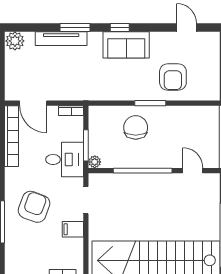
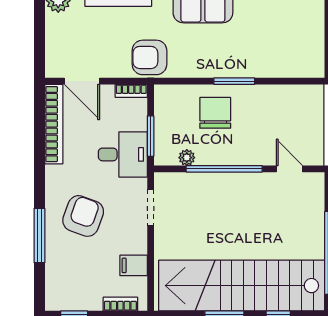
armchair: (173, 77) -> (149, 57), moved, turned 90
plant: (95, 162) -> (187, 158), moved
filing cabinet: (73, 229) -> (134, 265), moved

